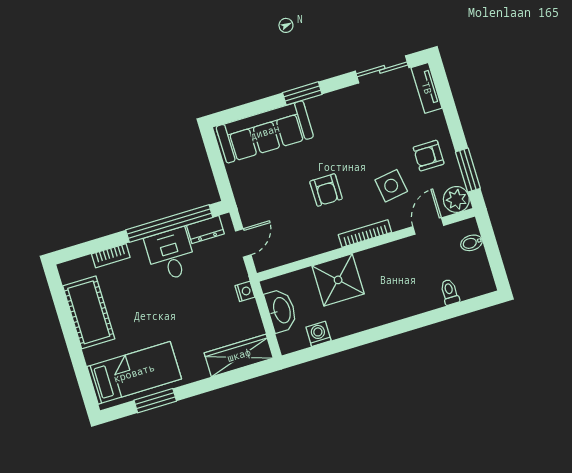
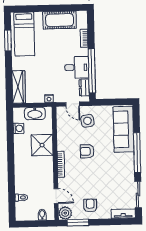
window: (302, 93) -> (137, 153), width x2.11
side table: (391, 186) -> (87, 121), moved

